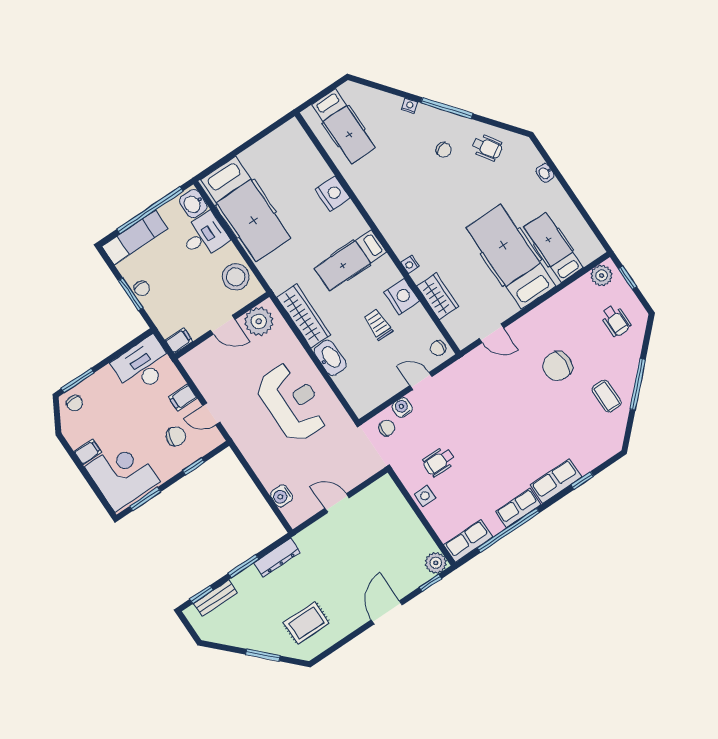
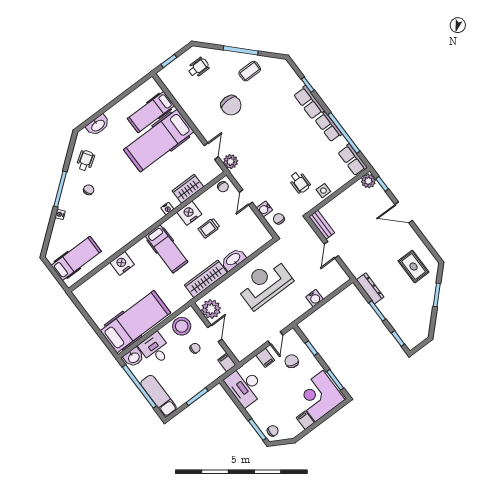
washbasin: (545, 173) -> (98, 125), width x1.91, depth x1.45
plant: (602, 276) -> (231, 162), moved
chair: (142, 288) -> (195, 348), moved
water cooler: (281, 496) -> (315, 298), moved
bench: (215, 598) -> (322, 225), moved

